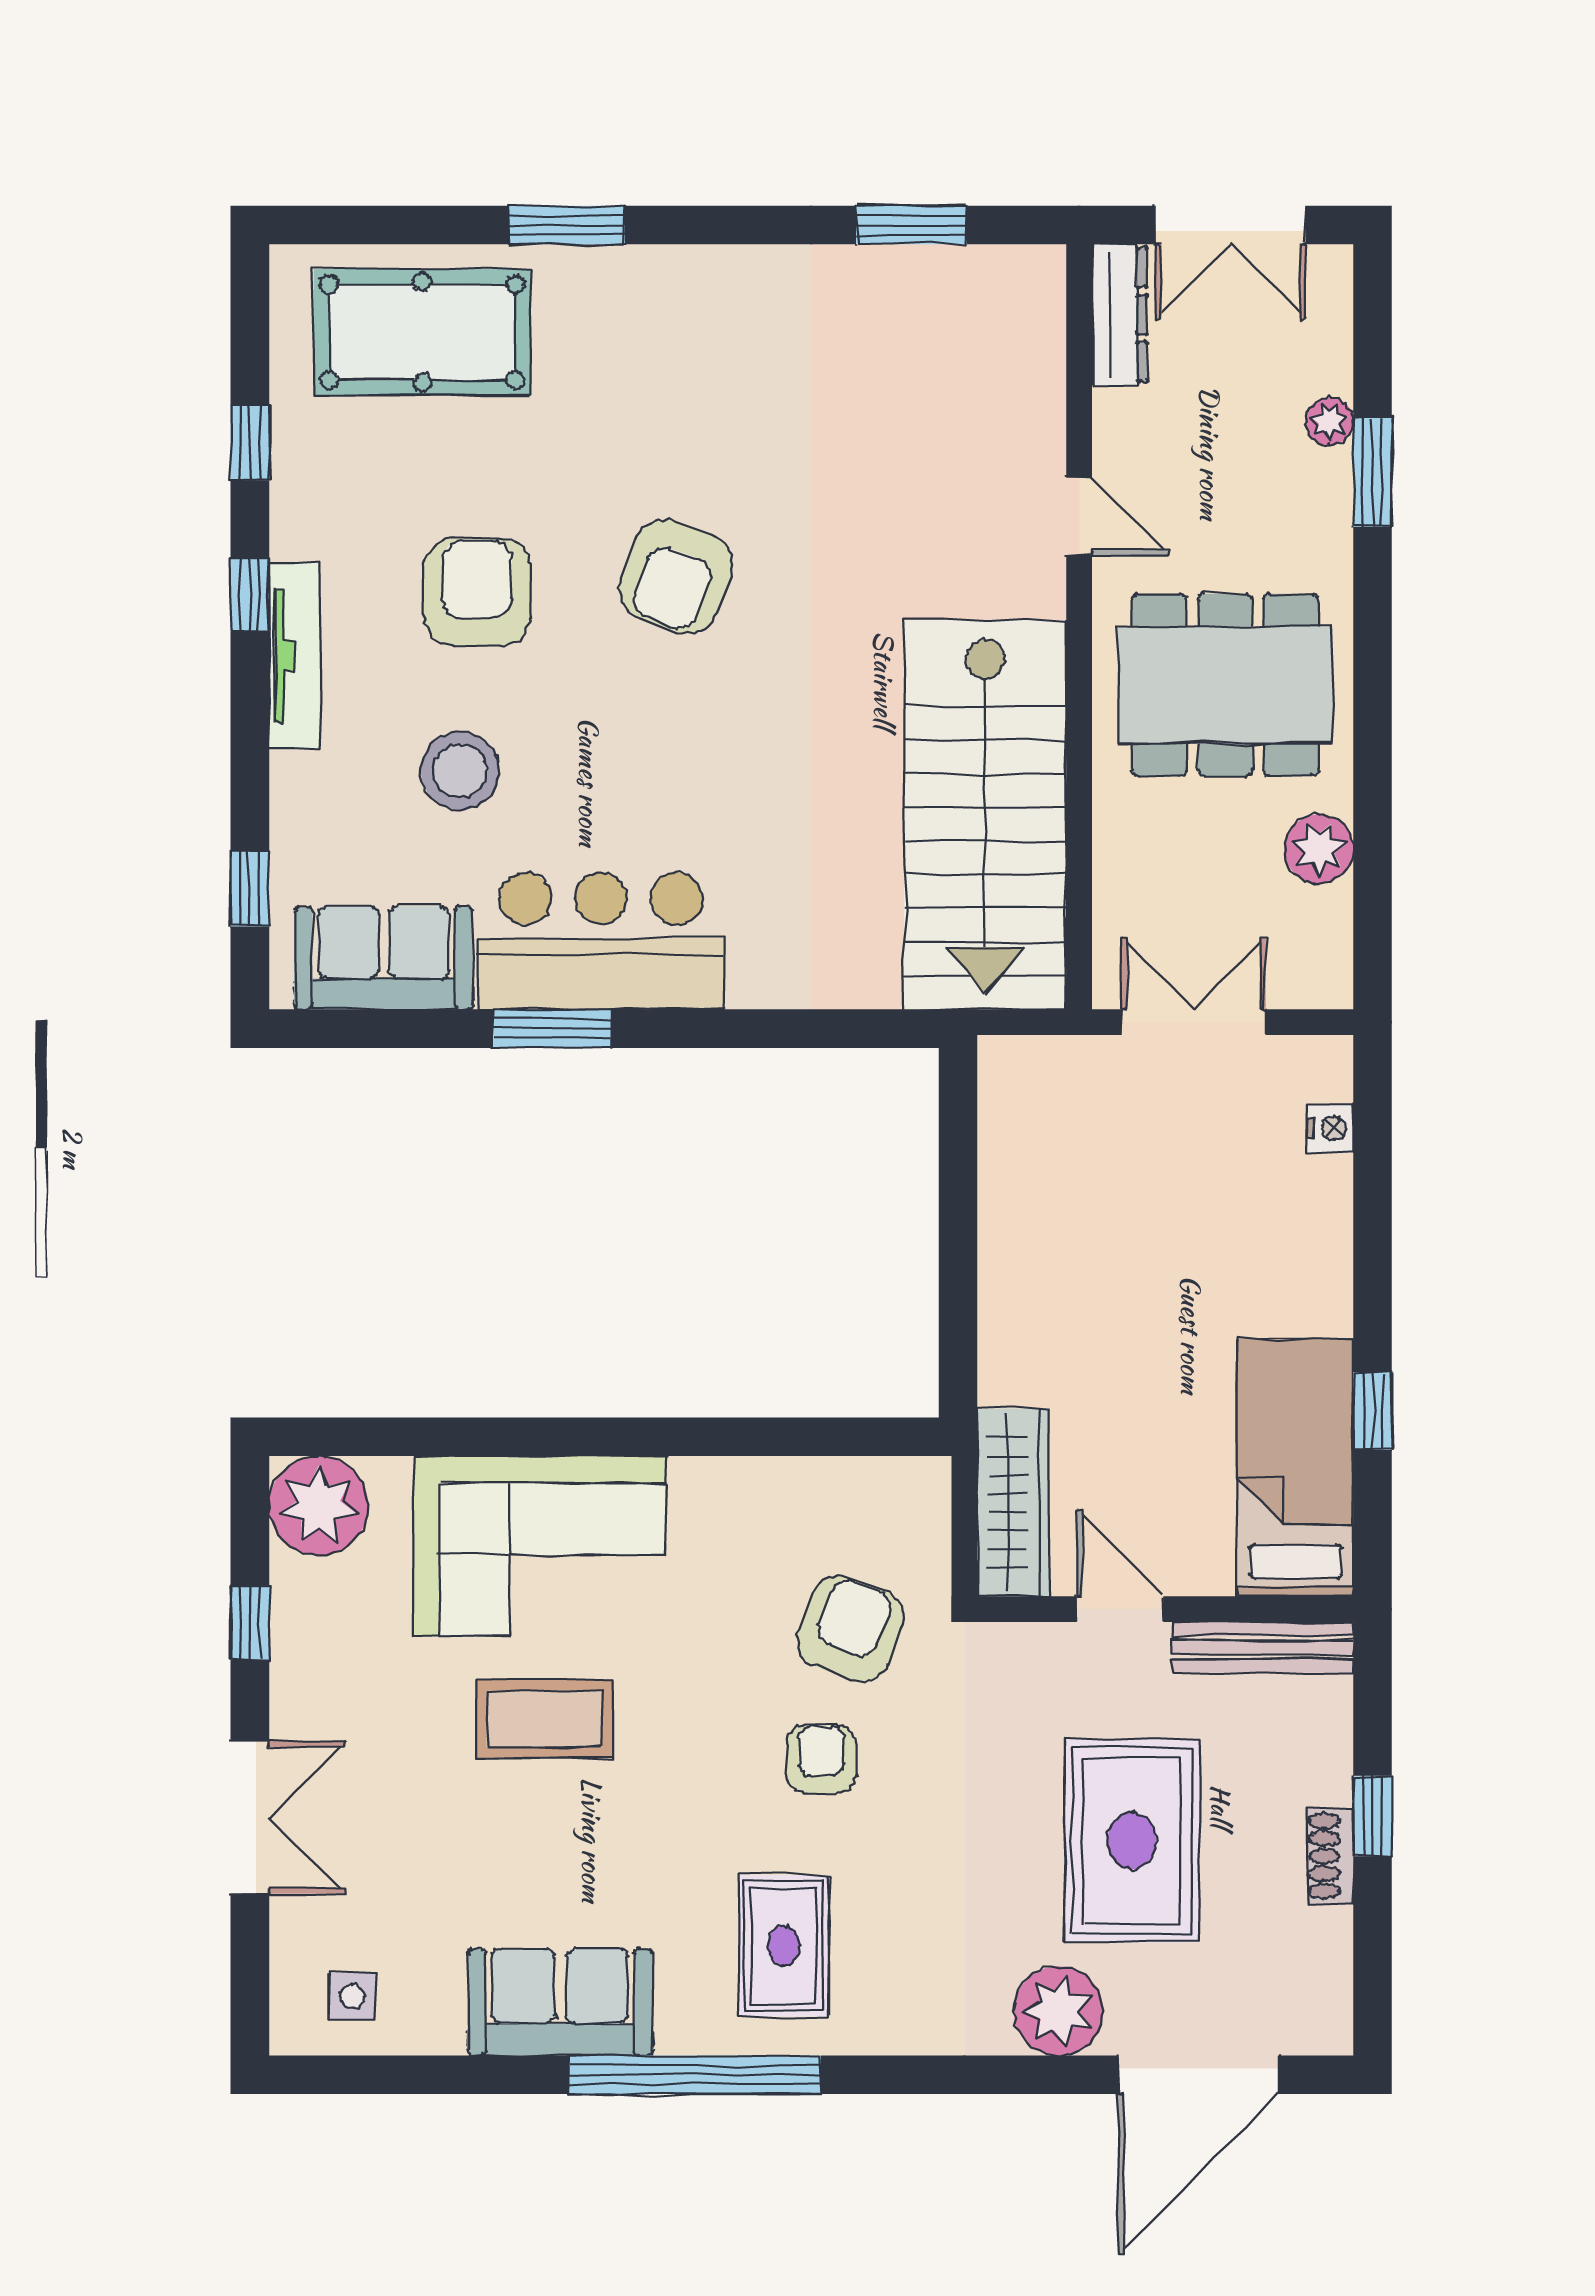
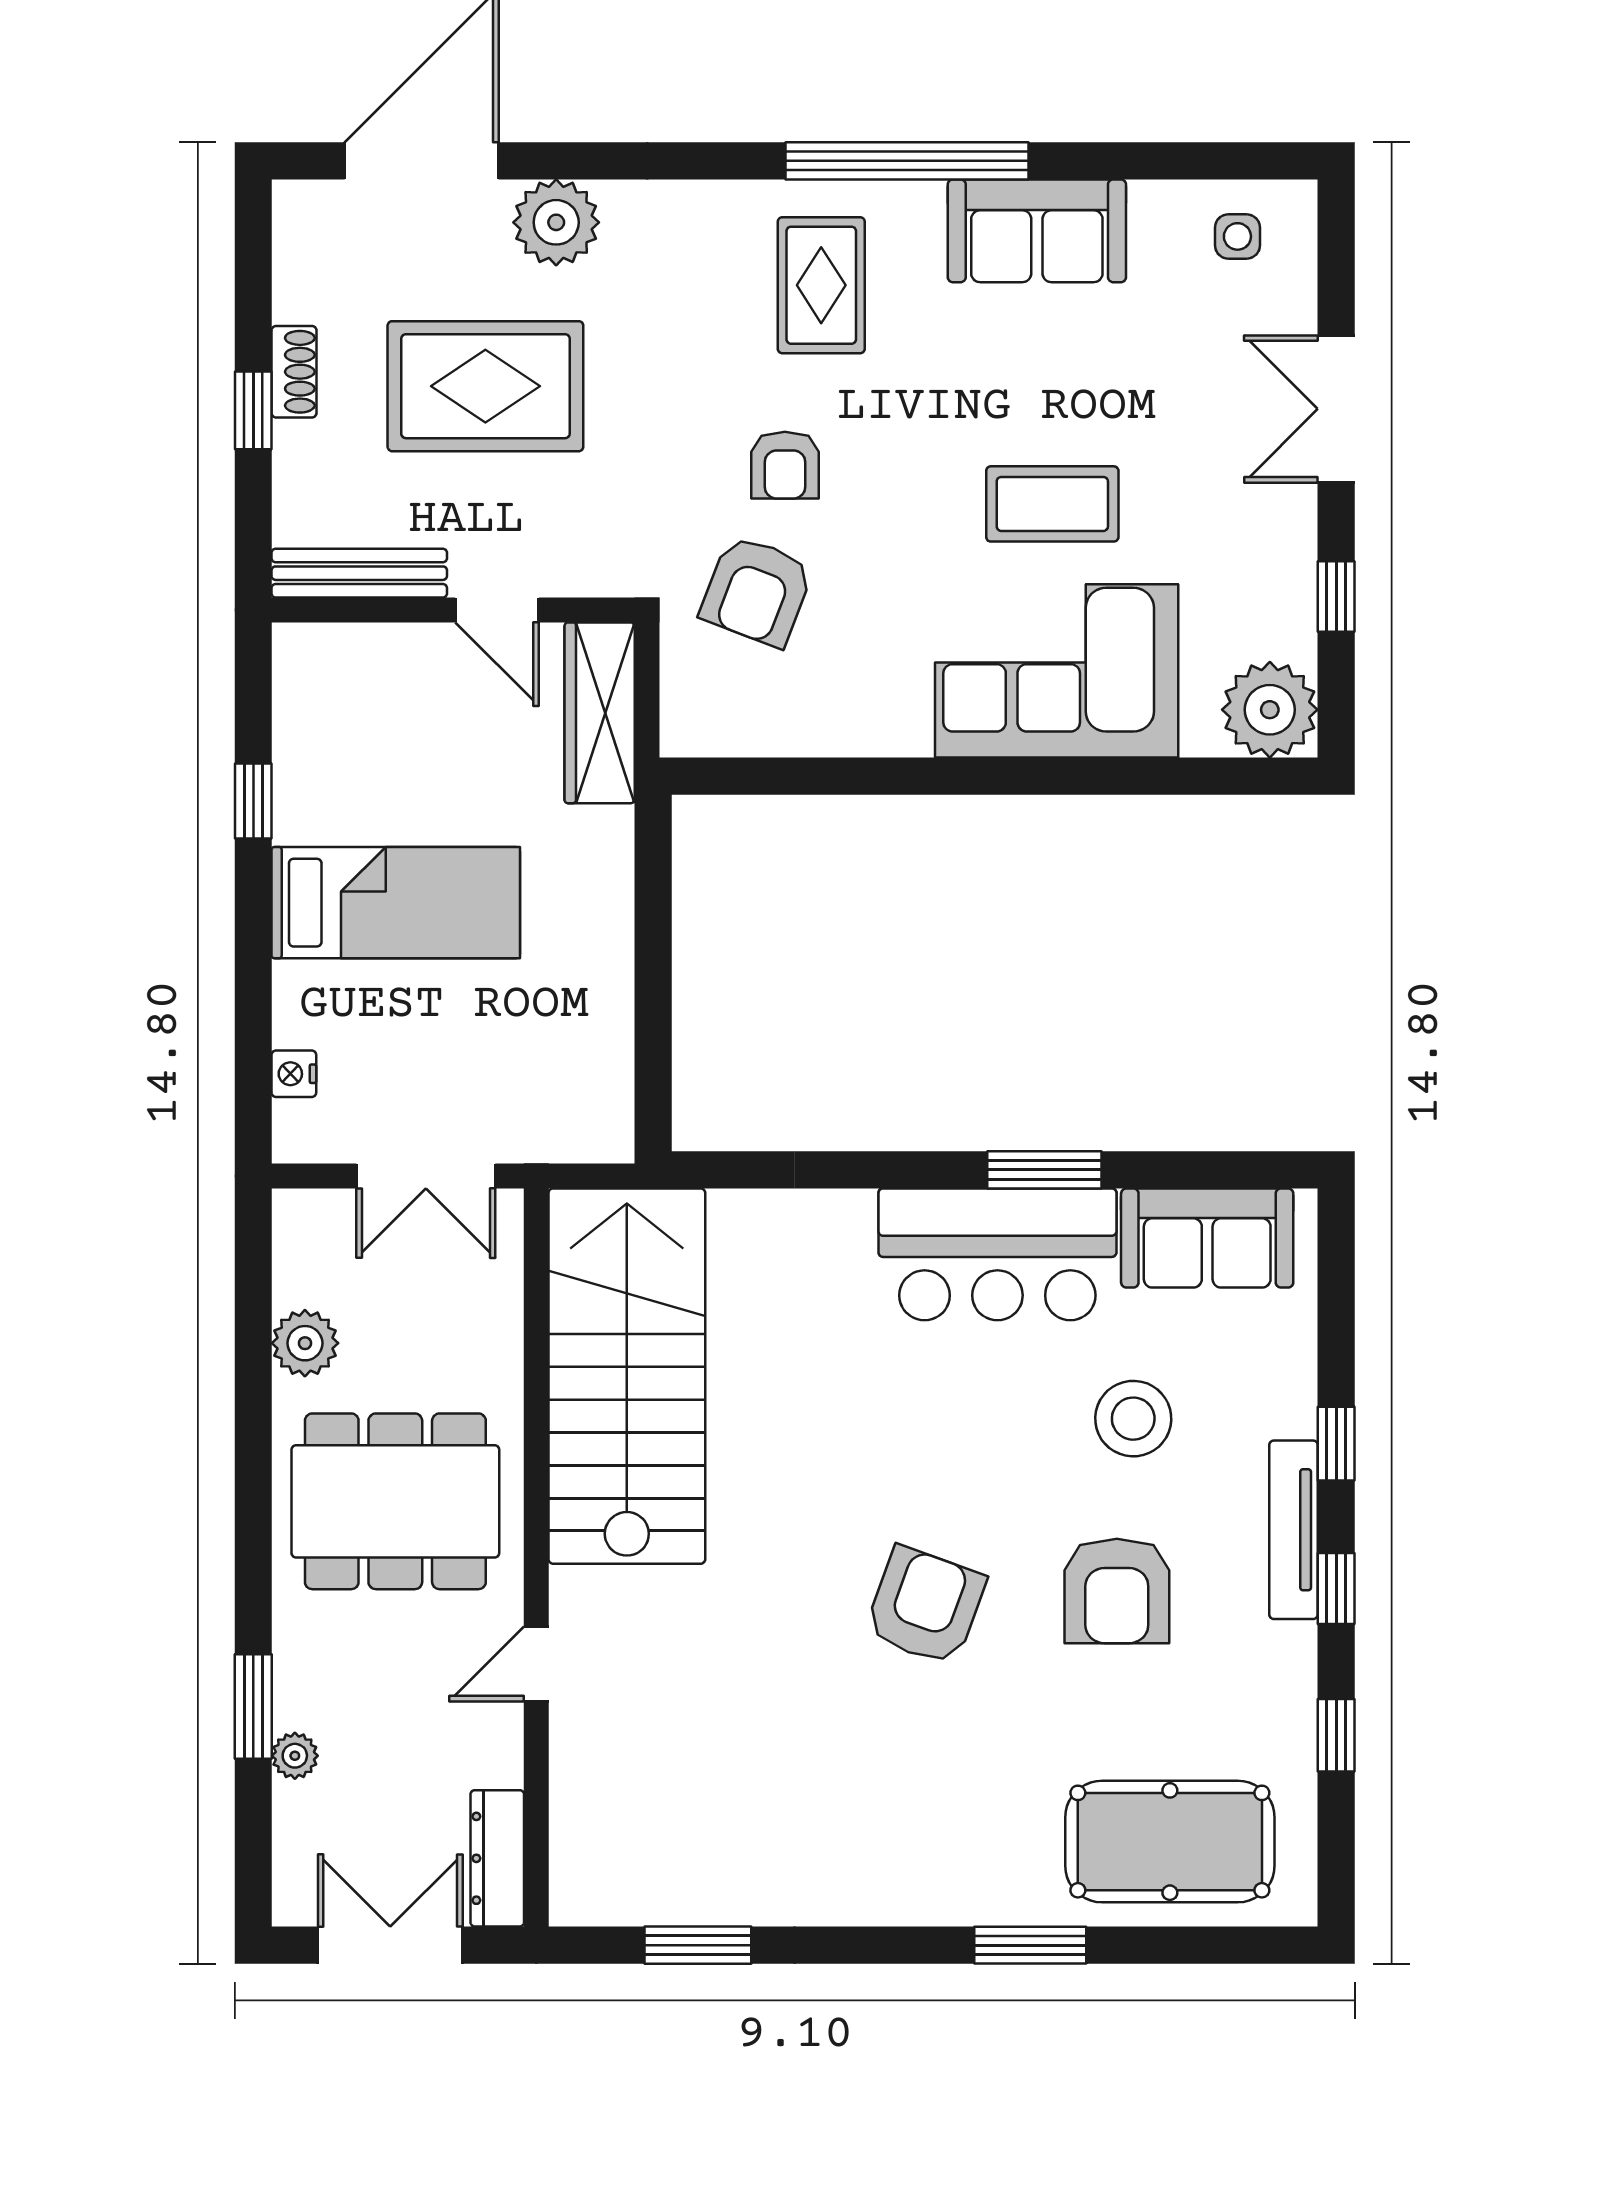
door: (1079, 516) -> (536, 1664), hinge flipped
window: (250, 888) -> (1336, 1444), moved
bed: (1295, 1468) -> (396, 903), moved, turned -90
rug: (1132, 1841) -> (485, 386), turned 90

